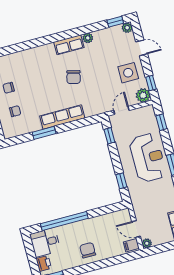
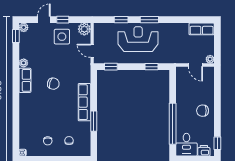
window: (151, 83) -> (63, 20), moved
window: (161, 122) -> (121, 20), moved
door: (136, 229) -> (195, 65), hinge flipped
filing cabinet: (131, 245) -> (208, 73), removed

